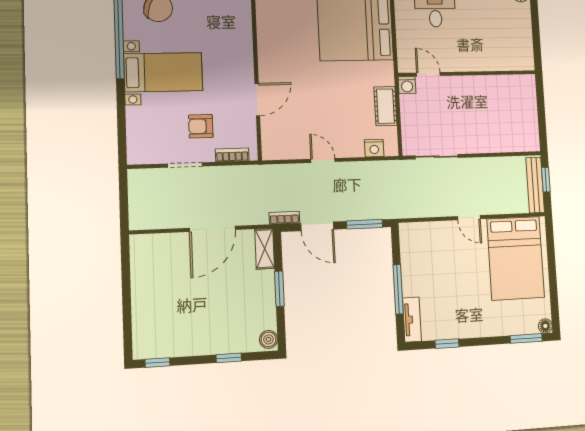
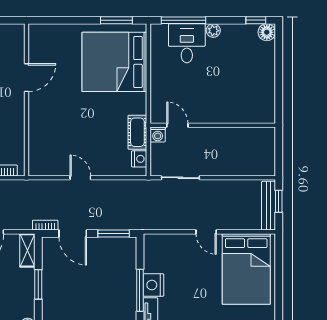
wall: (467, 73) -> (213, 125), moved
door: (428, 74) -> (177, 125), moved
washing machine: (407, 85) -> (158, 134), moved
door: (257, 100) -> (26, 78), moved
nightstand: (374, 148) -> (139, 159), moved, turned -90
nightstand: (413, 282) -> (153, 285), added

